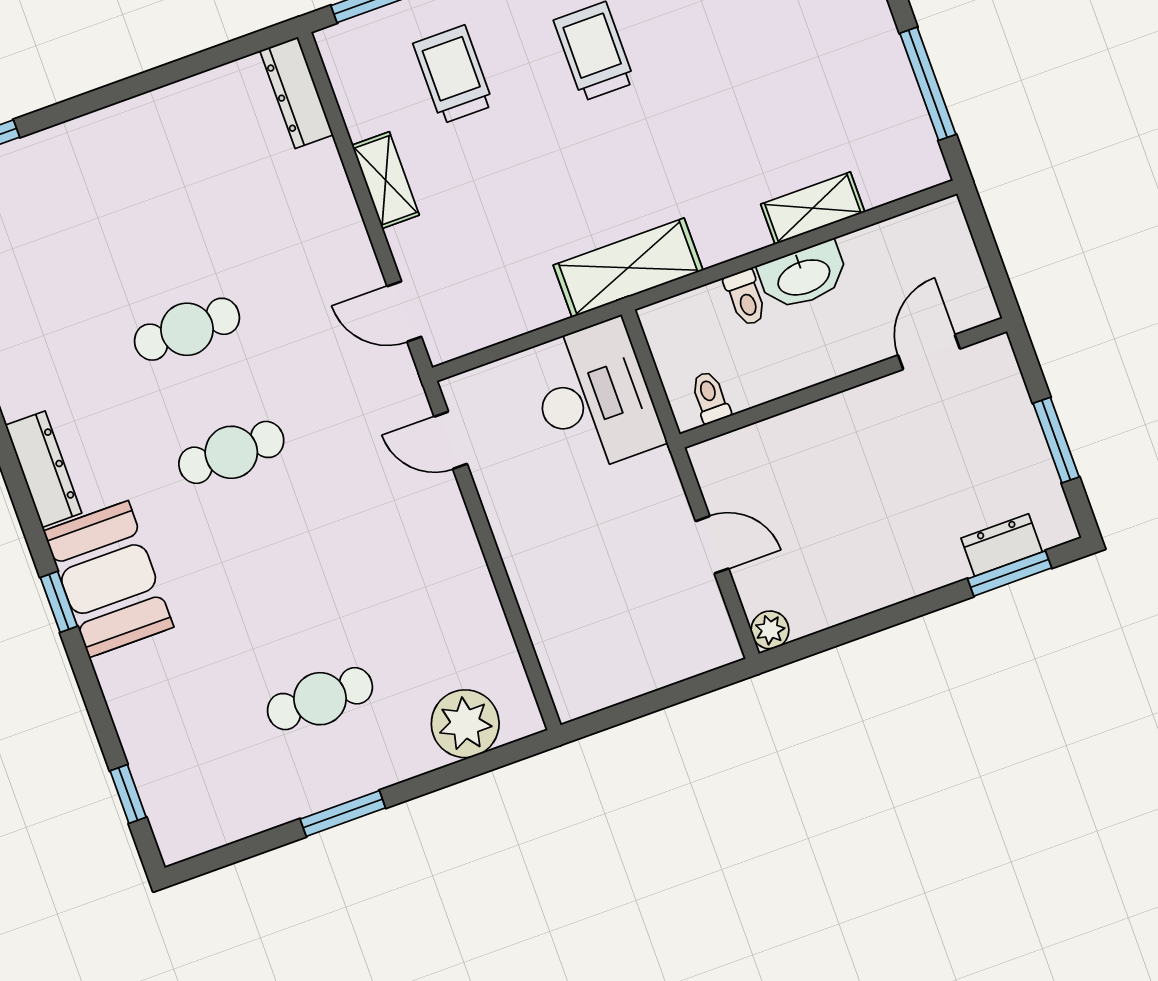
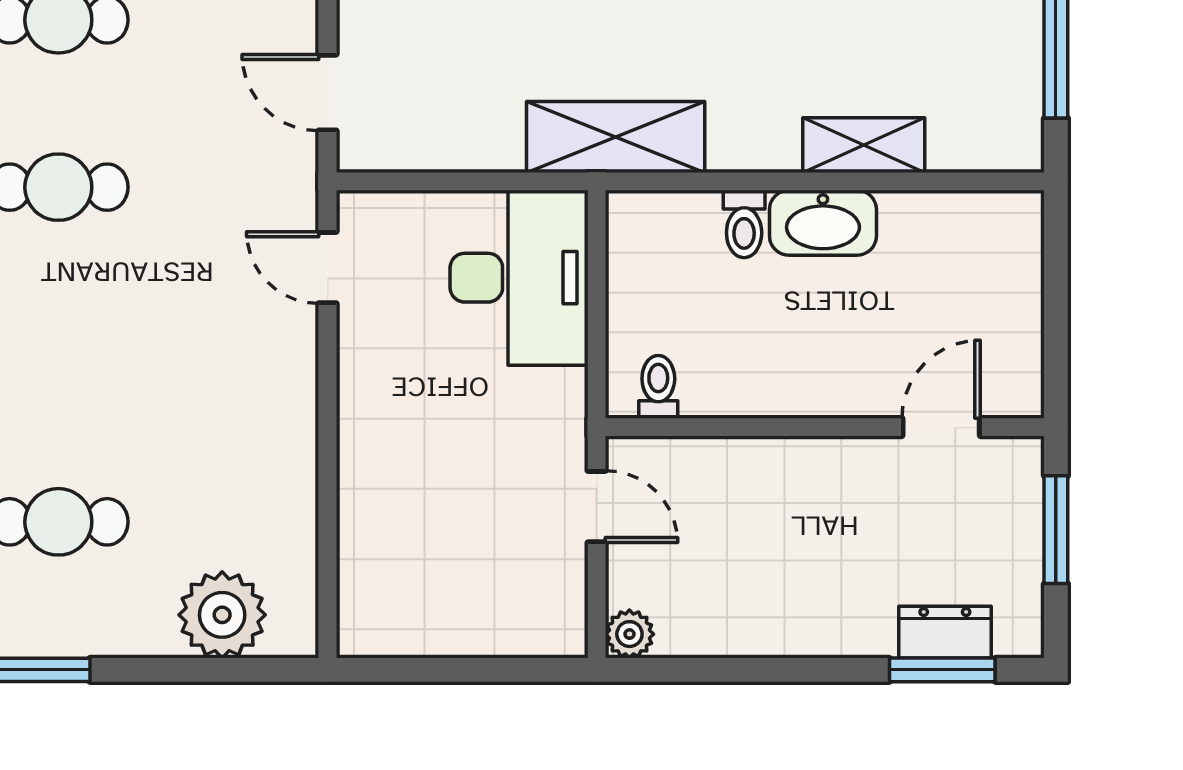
door: (929, 352) -> (941, 427), moved
wall: (843, 383) -> (825, 427), moved
toilet: (710, 397) -> (658, 387), moved

